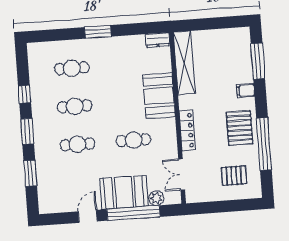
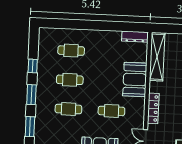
window: (98, 32) -> (94, 25), removed
dresser: (158, 40) -> (135, 37), width x1.44

